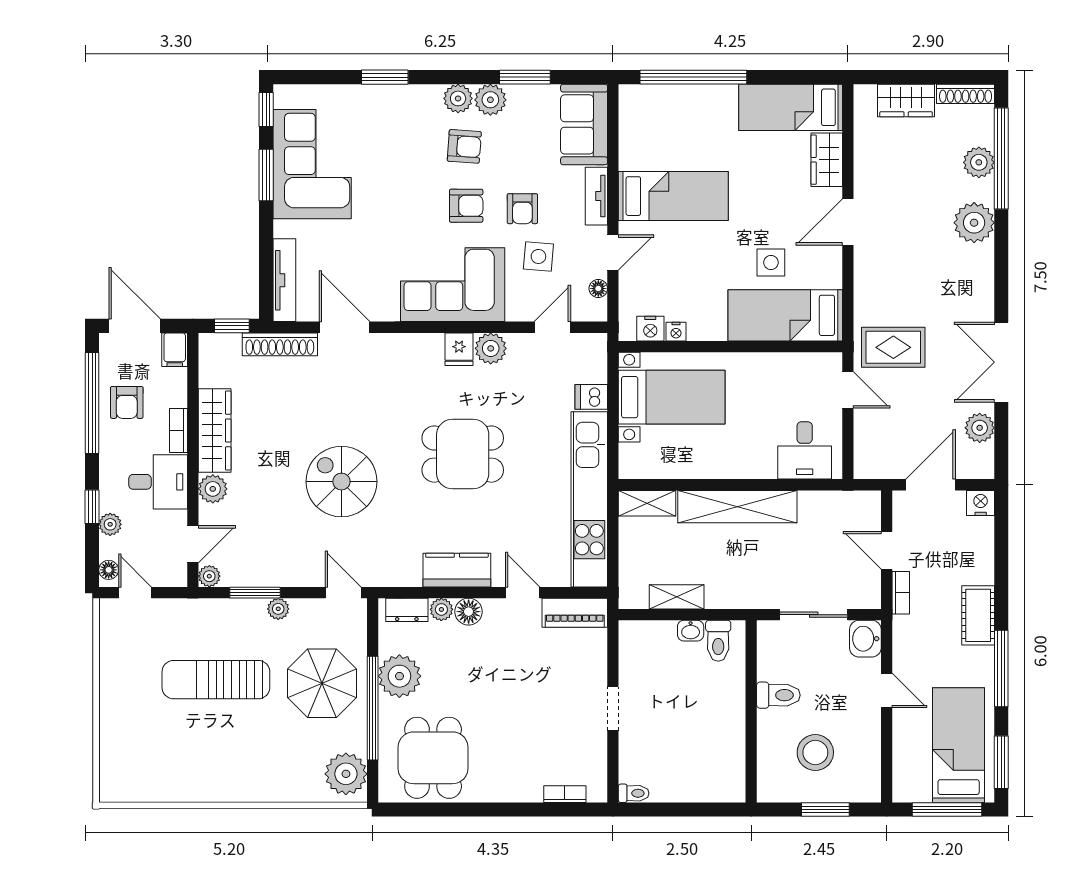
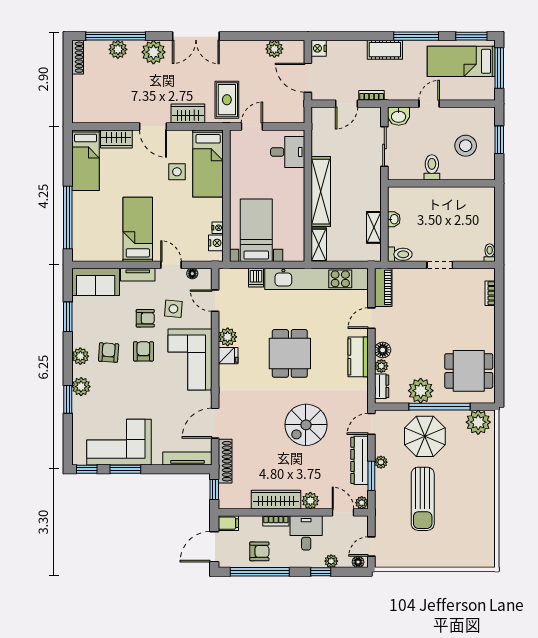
plant: (490, 100) -> (81, 387), moved
wardrobe: (906, 101) -> (188, 114), moved, turned -90
double door: (1001, 362) -> (196, 36), moved
dresser: (281, 572) -> (360, 460), added
toilet: (718, 641) -> (400, 254), moved

